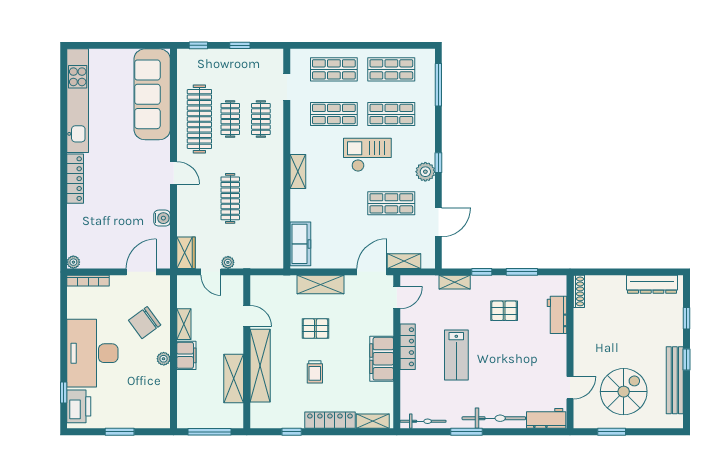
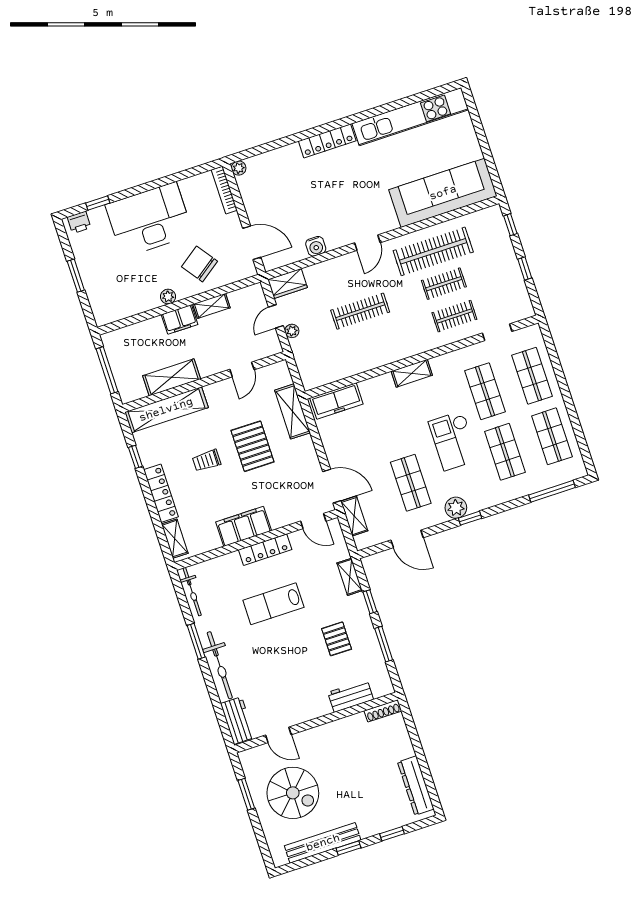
checkout: (367, 155) -> (454, 441), turned 180
shelving: (321, 285) -> (292, 411), moved
pallet: (315, 329) -> (252, 446), width x1.50, depth x1.42
shelving: (260, 366) -> (166, 410), moved
printer: (79, 406) -> (79, 222), width x0.53, depth x0.68

